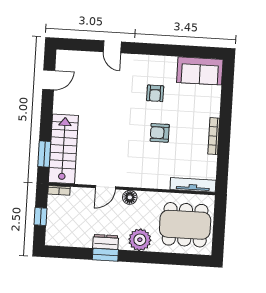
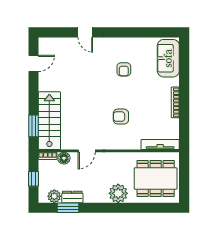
sofa: (200, 71) -> (168, 58), moved, turned 90
armchair: (160, 133) -> (121, 117), moved
floor lamp: (130, 197) -> (64, 158), moved
plant: (64, 239) -> (54, 196), added
dresser: (106, 242) -> (72, 197), moved
window: (105, 255) -> (68, 208), moved

